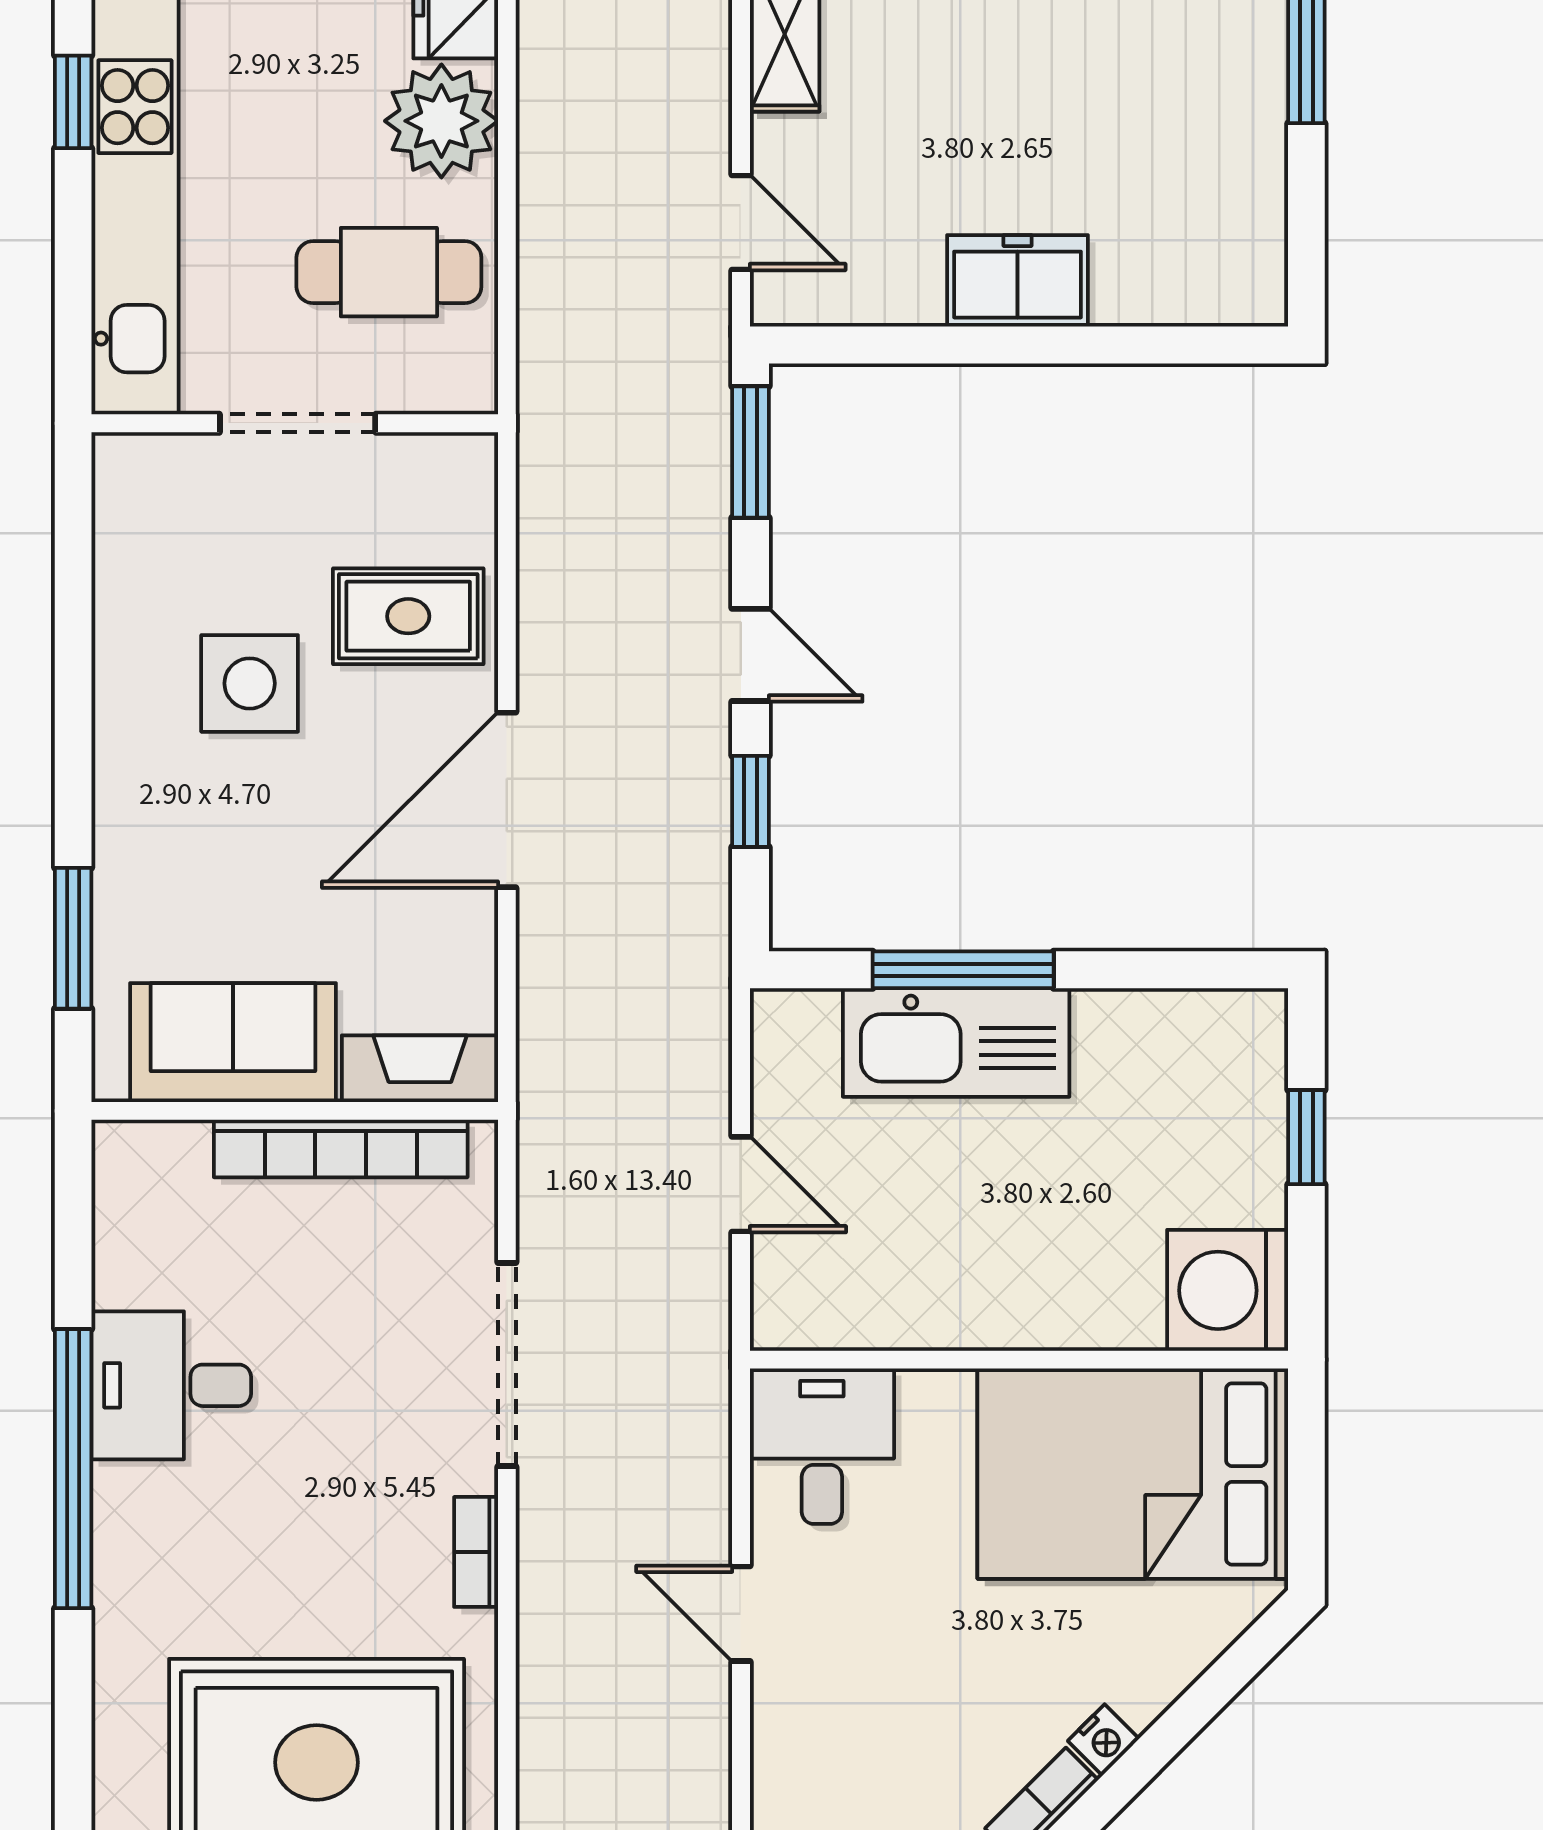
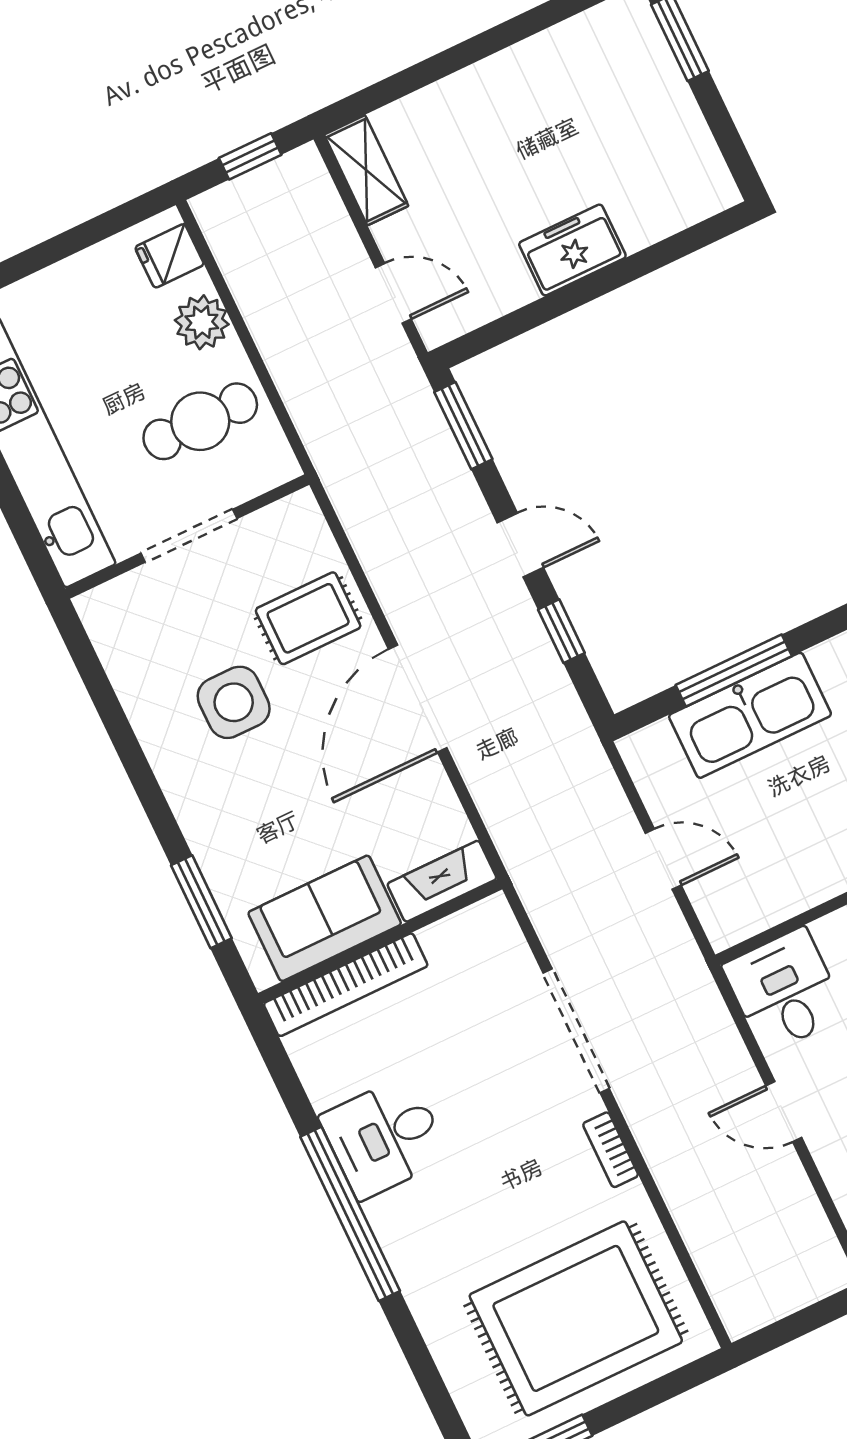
plant: (441, 121) -> (202, 322), width x0.73, depth x0.73
bookcase: (341, 1148) -> (346, 985), moved

